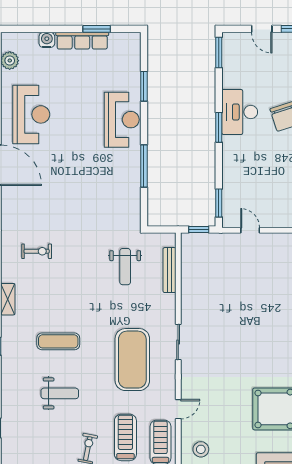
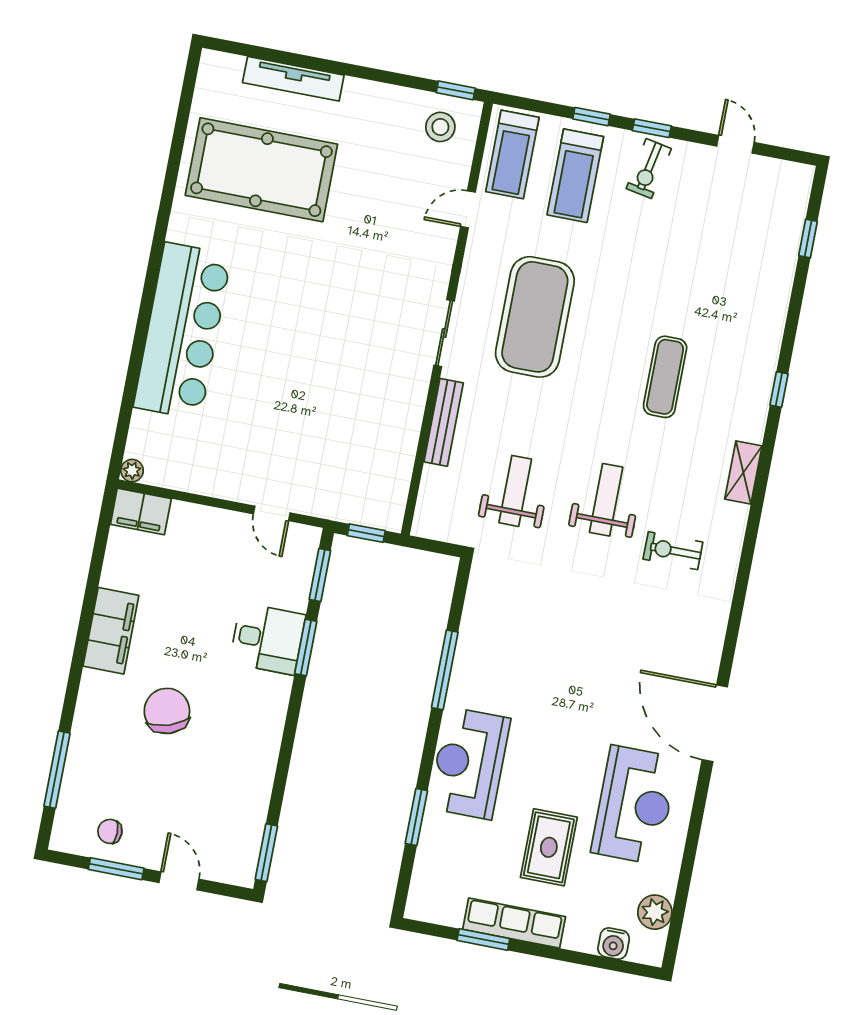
water cooler: (47, 40) -> (614, 944), moved
rug: (72, 84) -> (549, 847), added
desk: (240, 112) -> (267, 639), moved, width x0.73
reception desk: (31, 114) -> (634, 805), turned 180
window: (219, 127) -> (306, 648), moved
bench: (169, 270) -> (444, 422), moved
exercise mat: (58, 341) -> (665, 377), turned 90
weight bench: (60, 393) -> (606, 500), moved, turned 90

